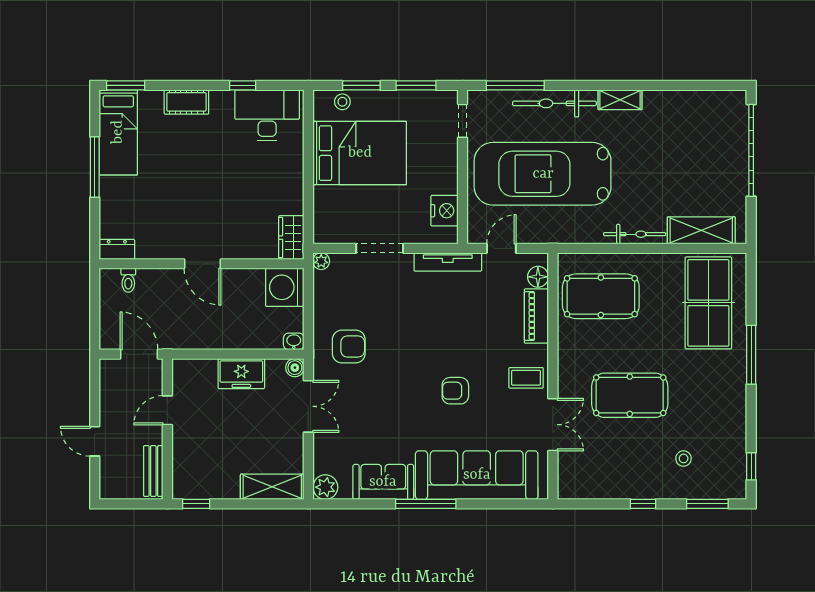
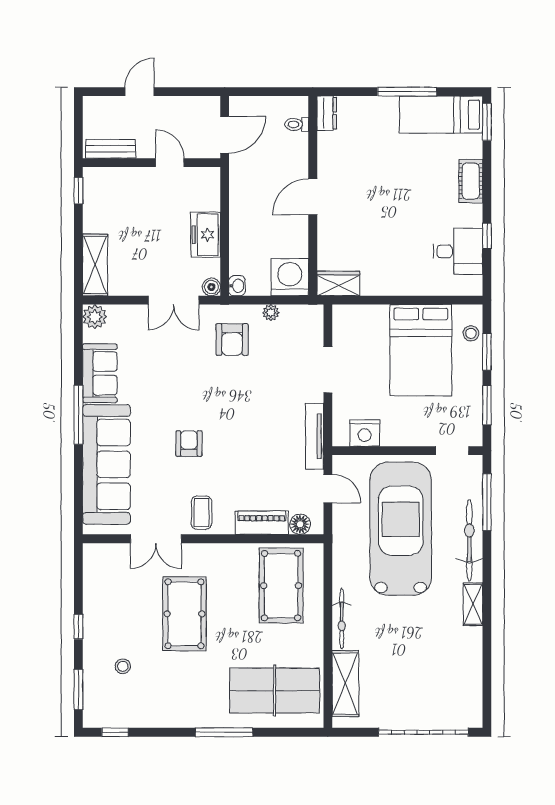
desk: (267, 115) -> (458, 251), width x0.73
plant: (321, 261) -> (271, 313), moved

